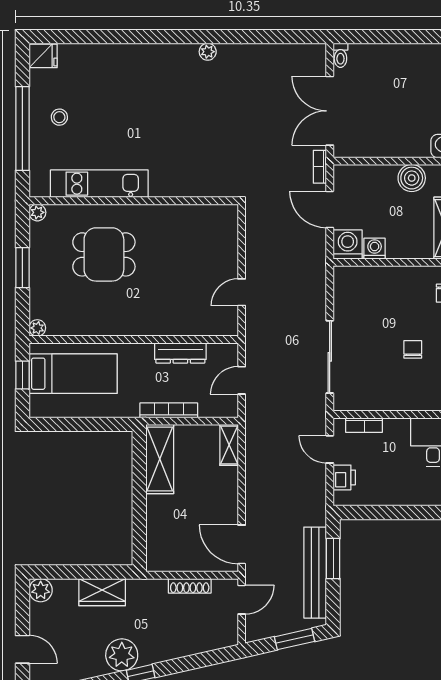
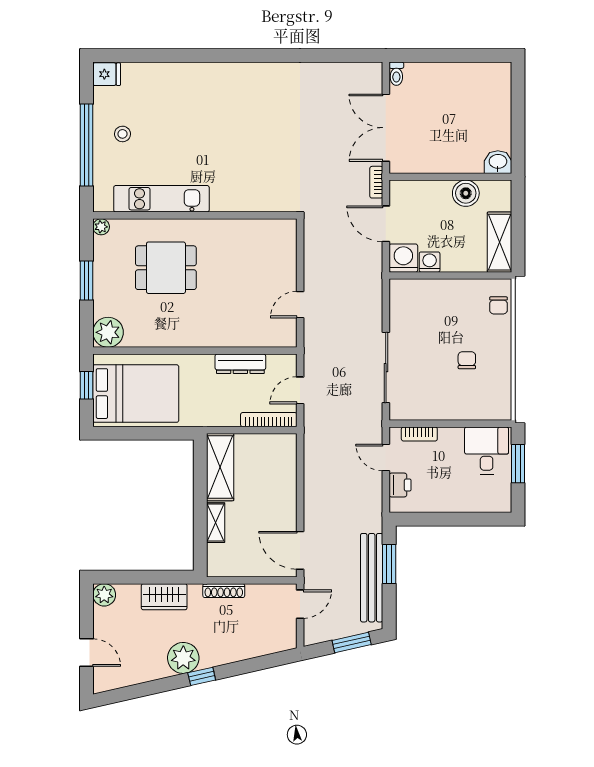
plant: (208, 52) -> (267, 70), removed
plant: (37, 328) -> (108, 332), width x1.88, depth x1.88
bed: (73, 374) -> (136, 394), width x1.50
bookcase: (169, 410) -> (269, 420), moved
shelving: (229, 445) -> (216, 523), moved
shoe rack: (190, 586) -> (224, 591), moved

